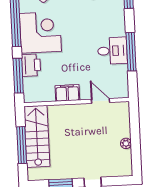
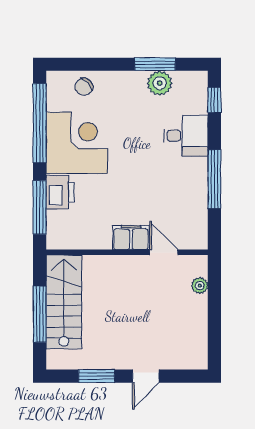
desk: (112, 51) -> (186, 136), moved
filing cabinet: (67, 93) -> (131, 238), moved
plant: (126, 143) -> (200, 286), moved

